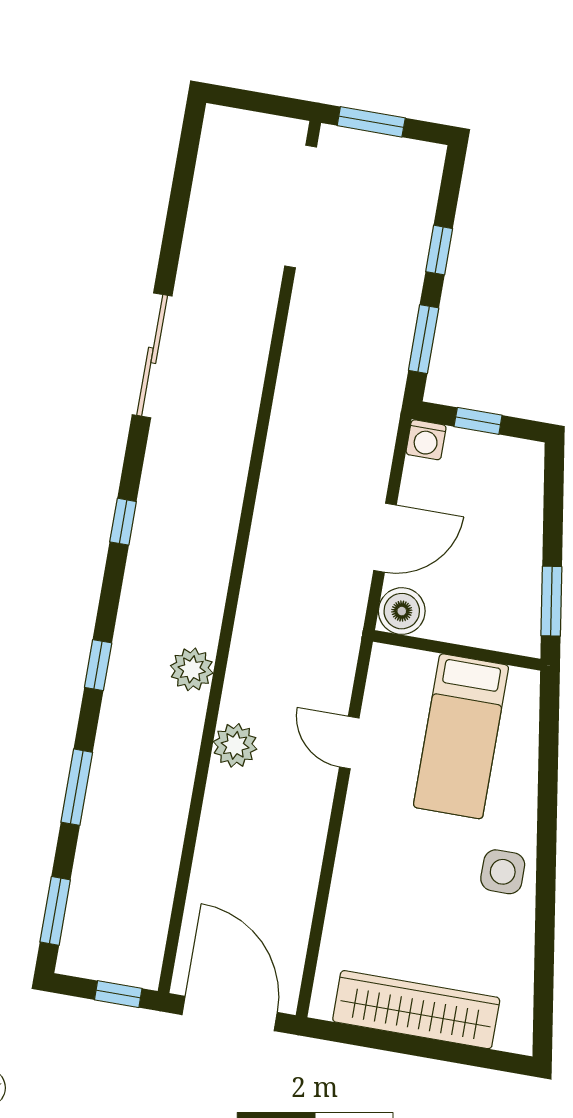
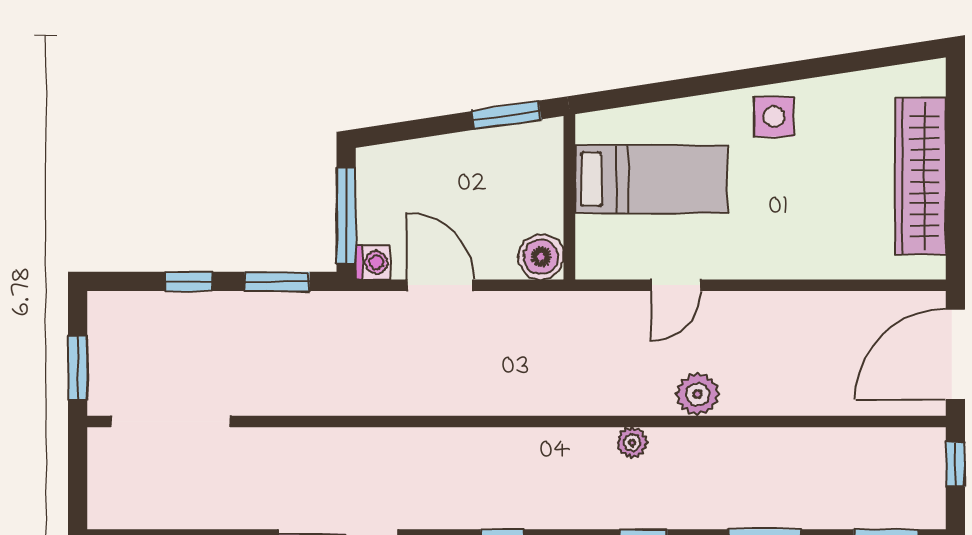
window: (478, 421) -> (346, 216), width x2.17
door: (385, 538) -> (440, 285), moved
plant: (192, 669) -> (632, 443), width x0.73, depth x0.73

